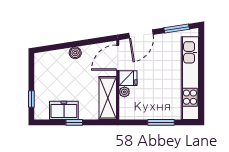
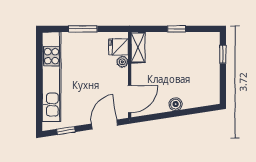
window: (177, 28) -> (66, 130), width x0.67
fridge: (128, 78) -> (118, 47), moved
shelving: (108, 98) -> (138, 47), width x0.67, depth x0.75
freezer: (64, 110) -> (188, 42), removed

